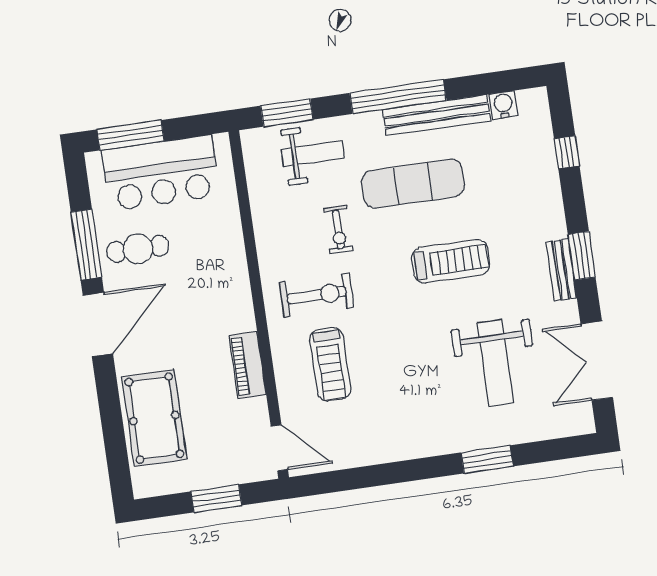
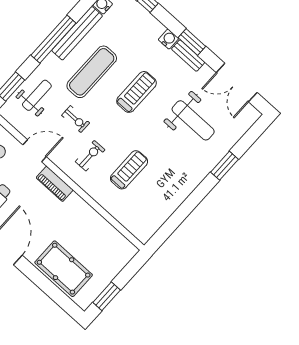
water cooler: (553, 225) -> (168, 39), added
exercise bike: (317, 295) -> (90, 156), width x0.73, depth x0.72
treadmill: (330, 364) -> (129, 170), moved, turned -90
piano: (248, 365) -> (55, 184), moved
door: (279, 448) -> (35, 151), moved
window: (216, 498) -> (107, 296), moved

